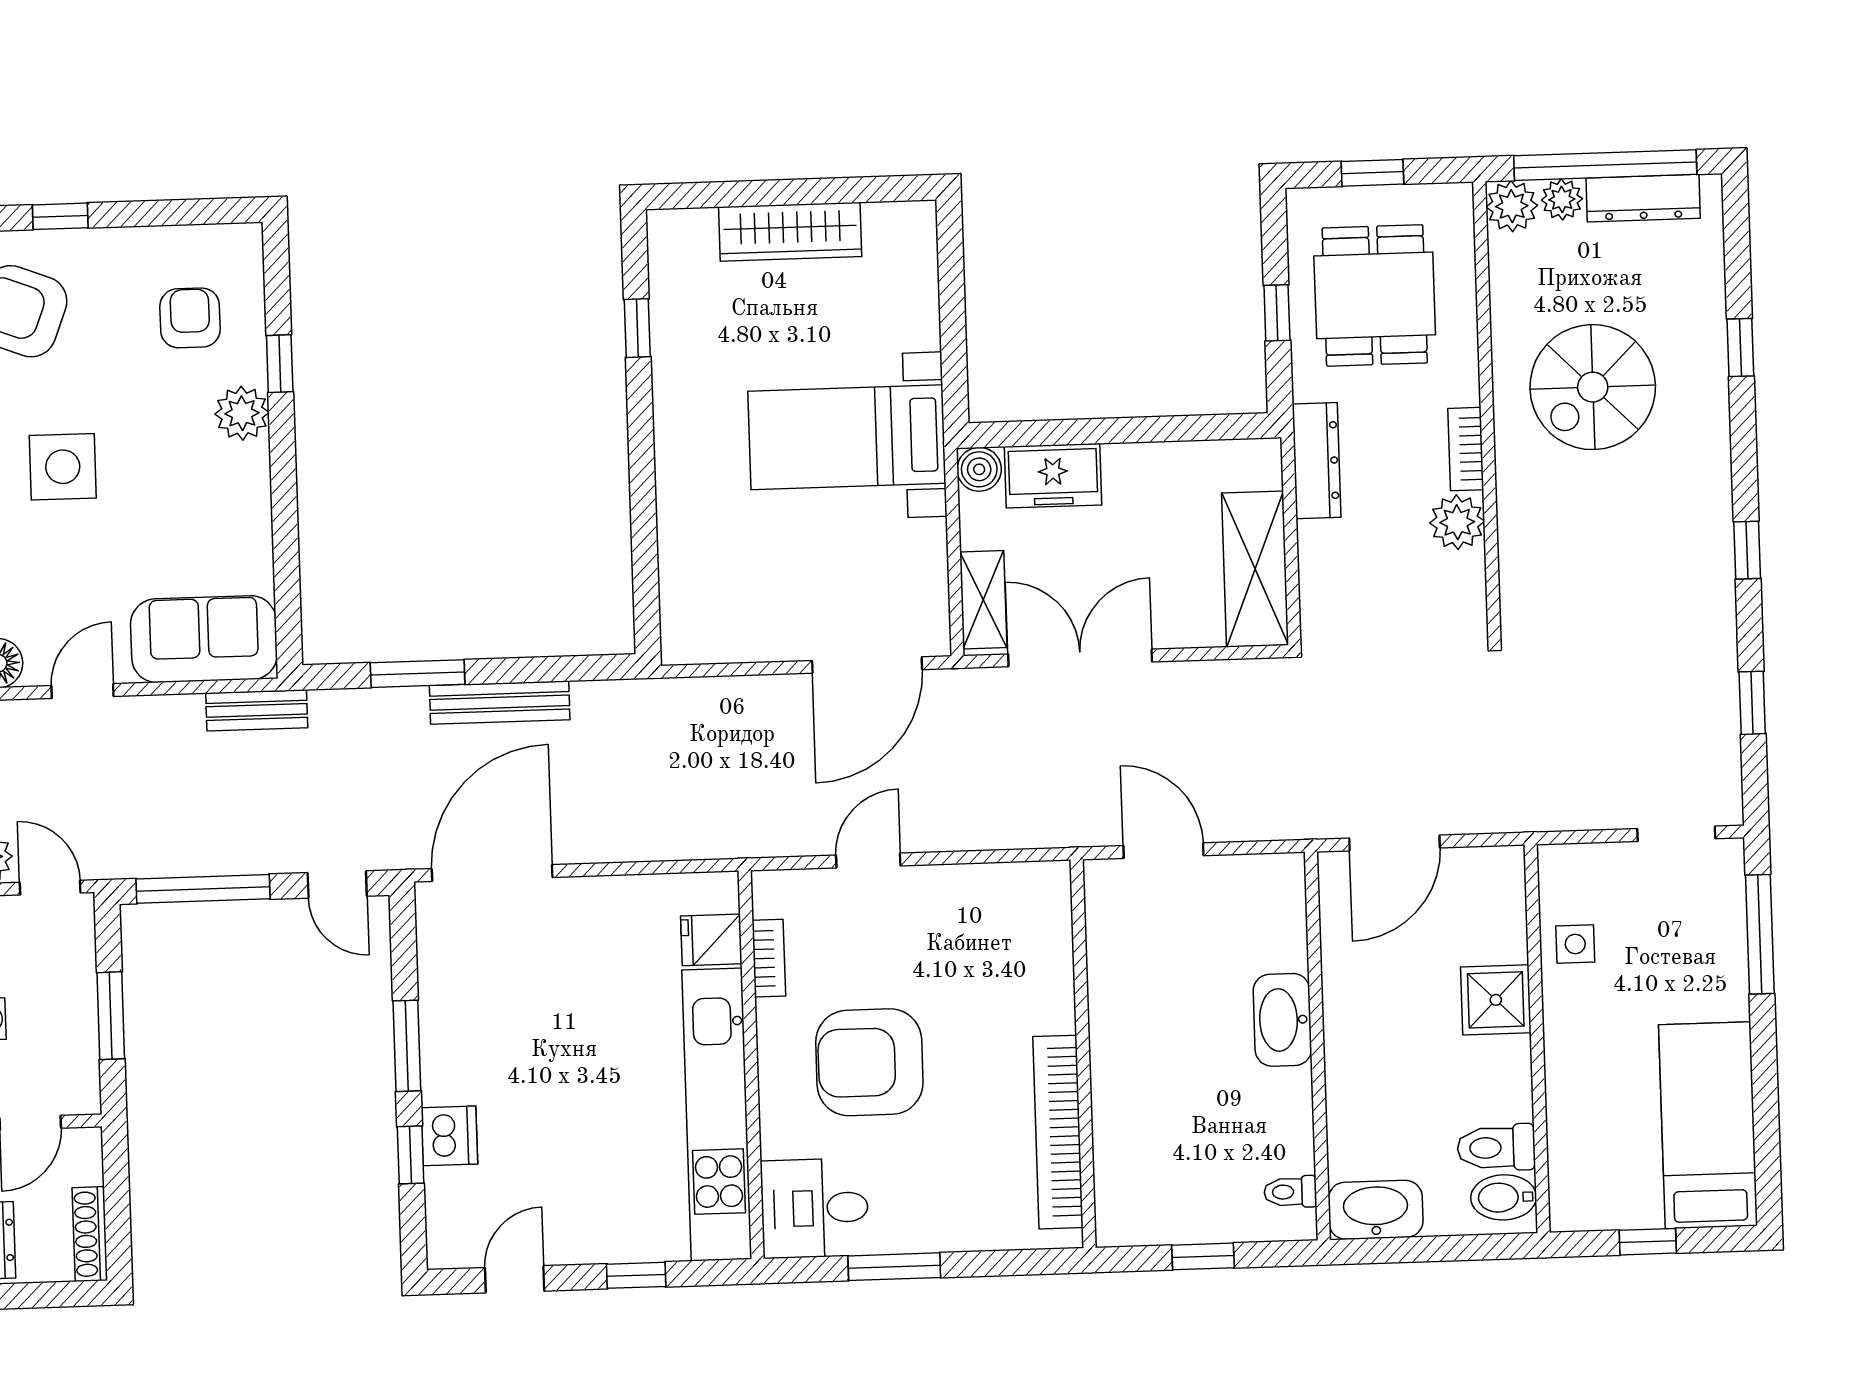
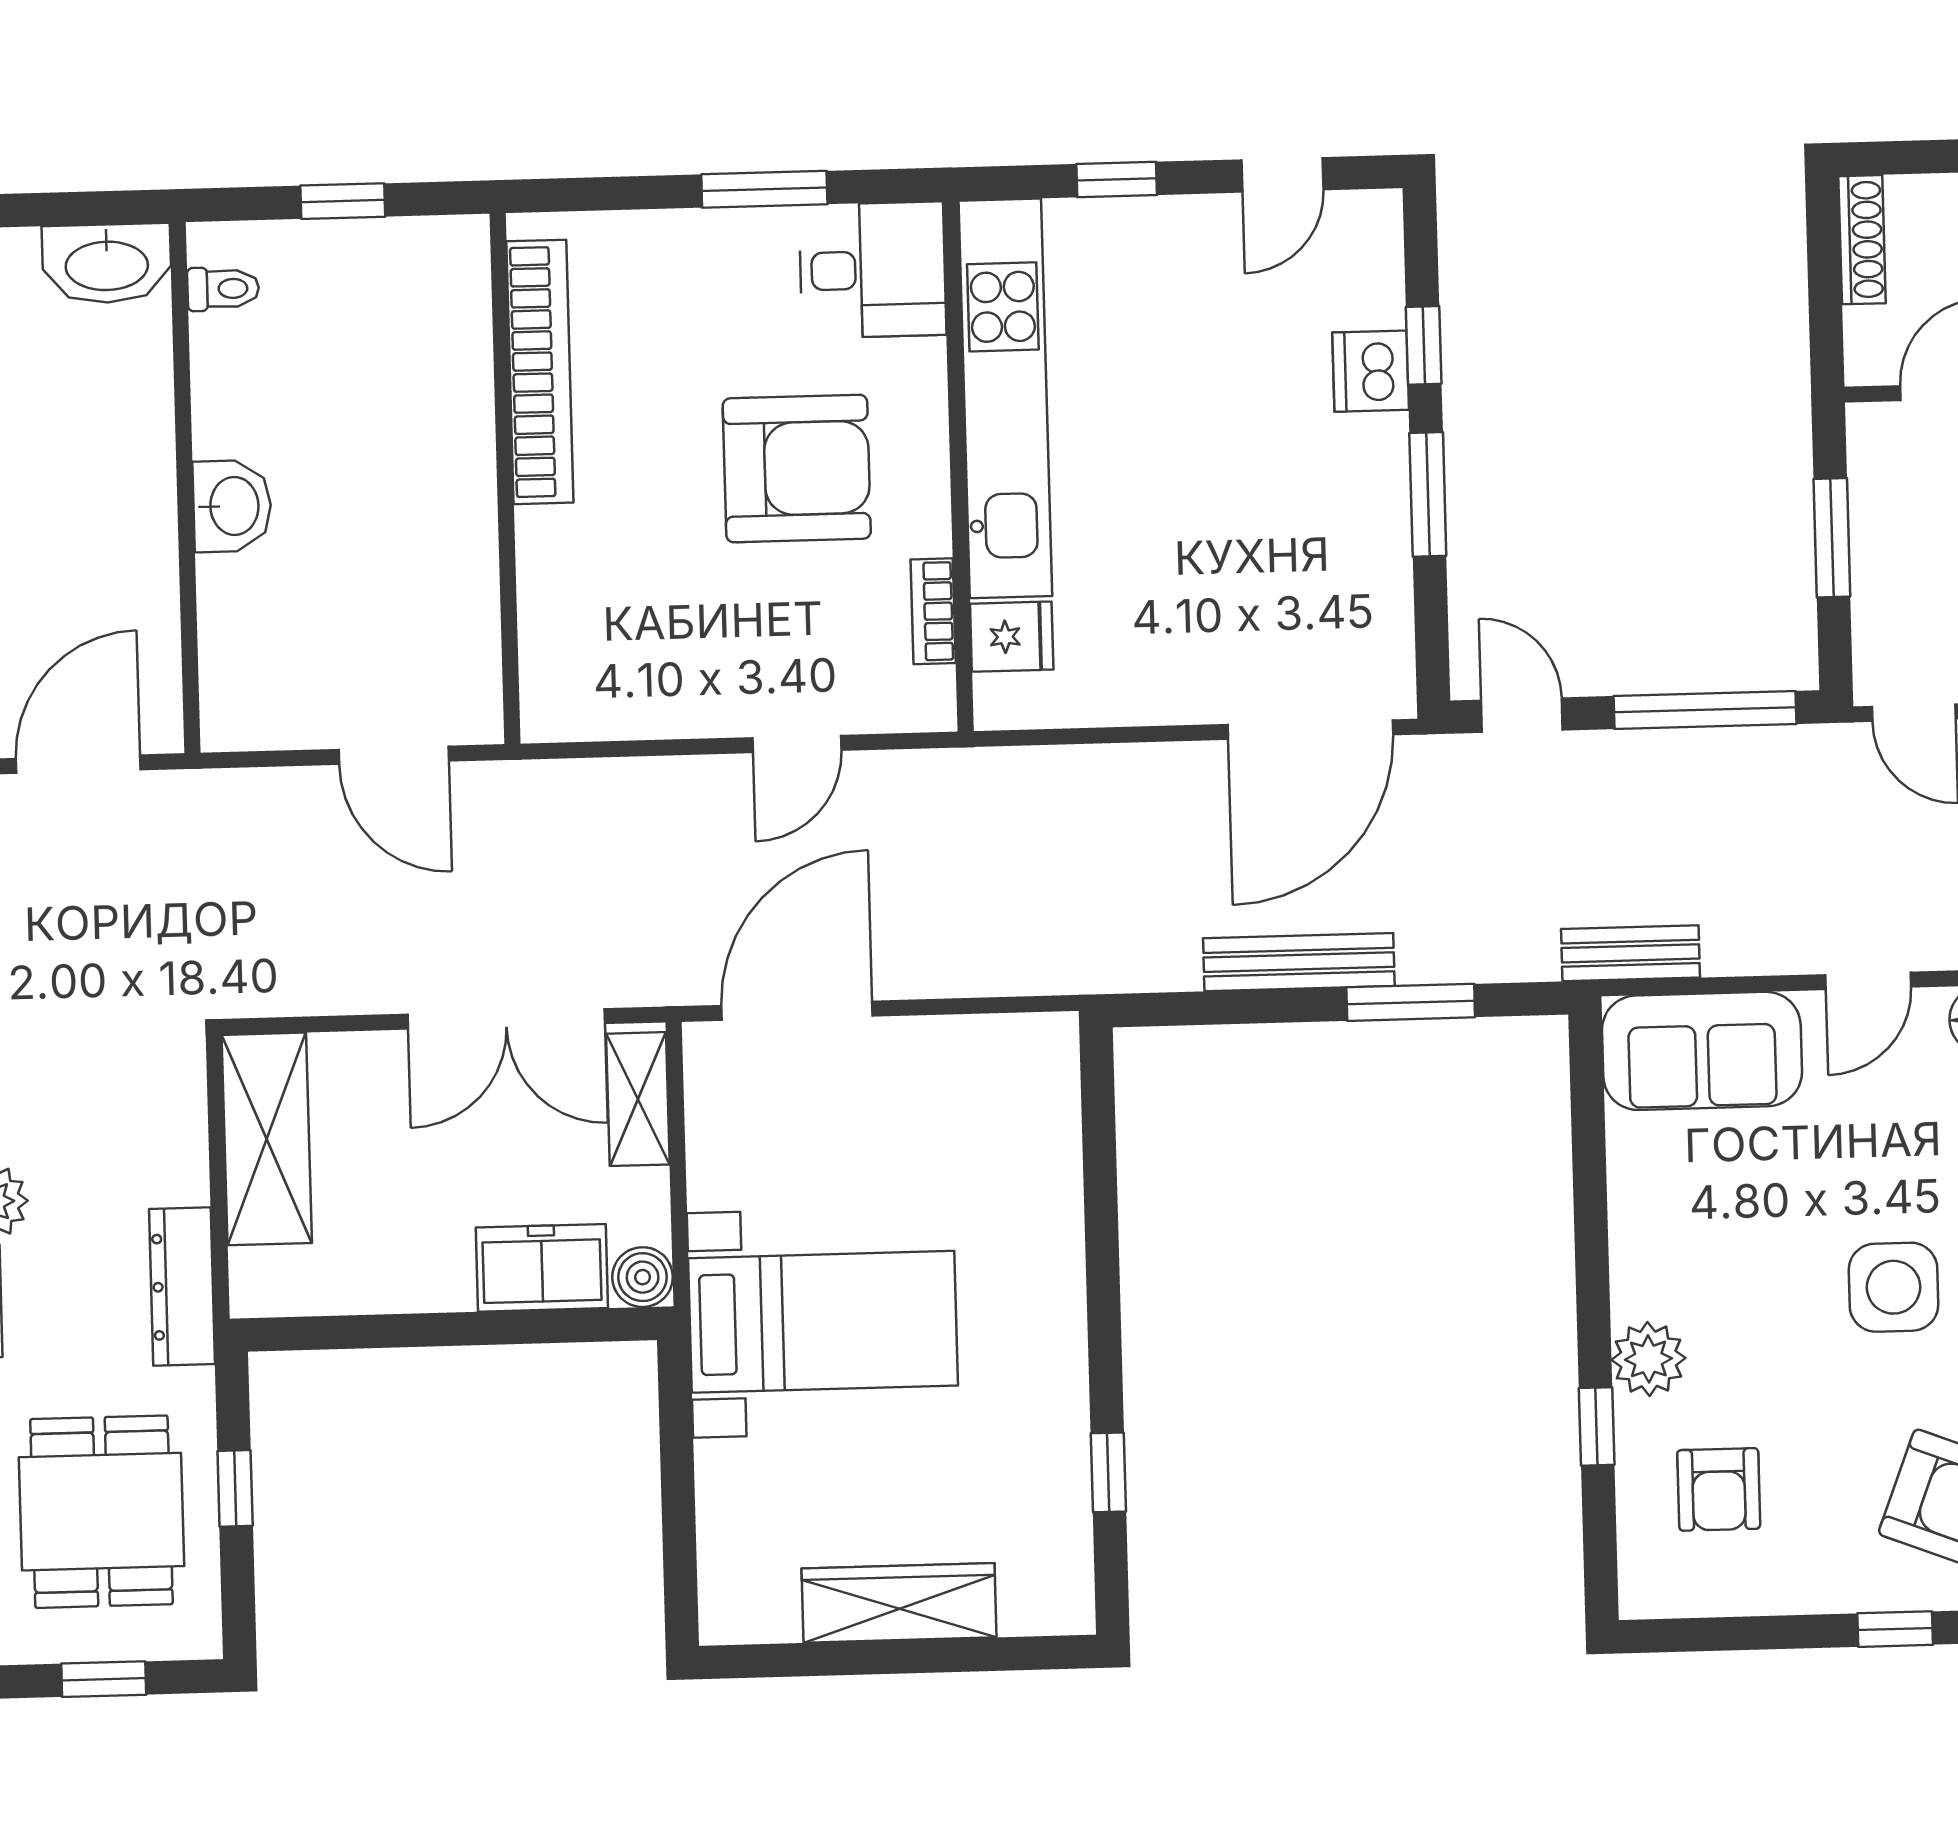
washbasin: (1282, 1020) -> (232, 506), width x0.72

